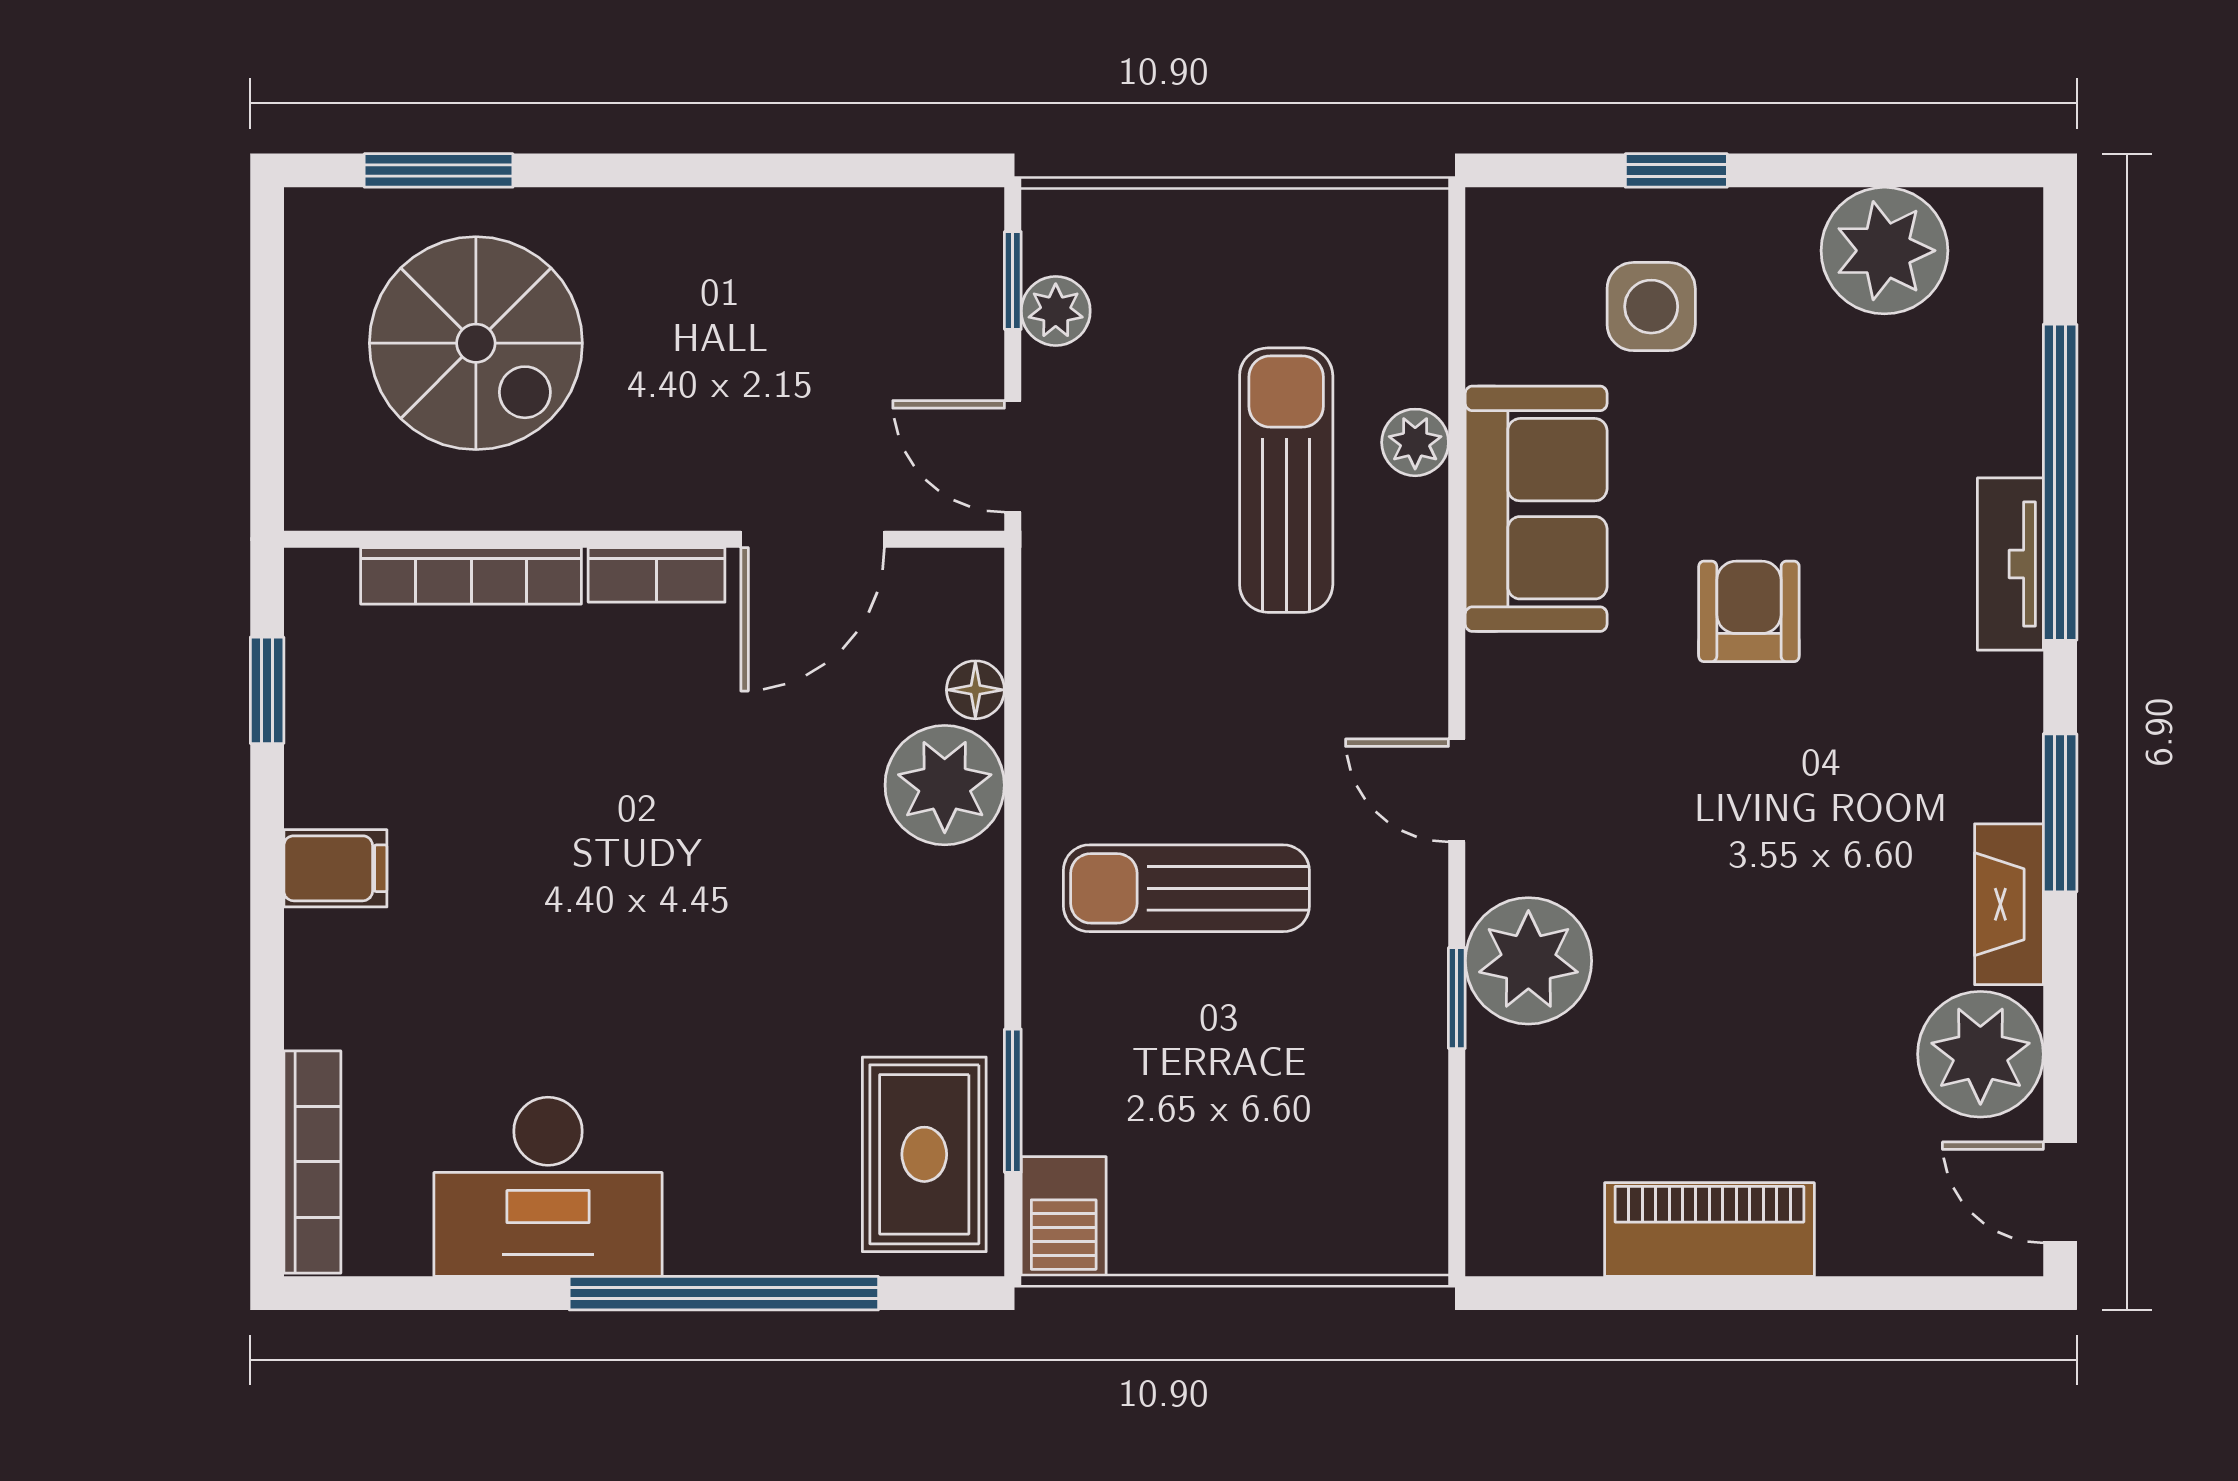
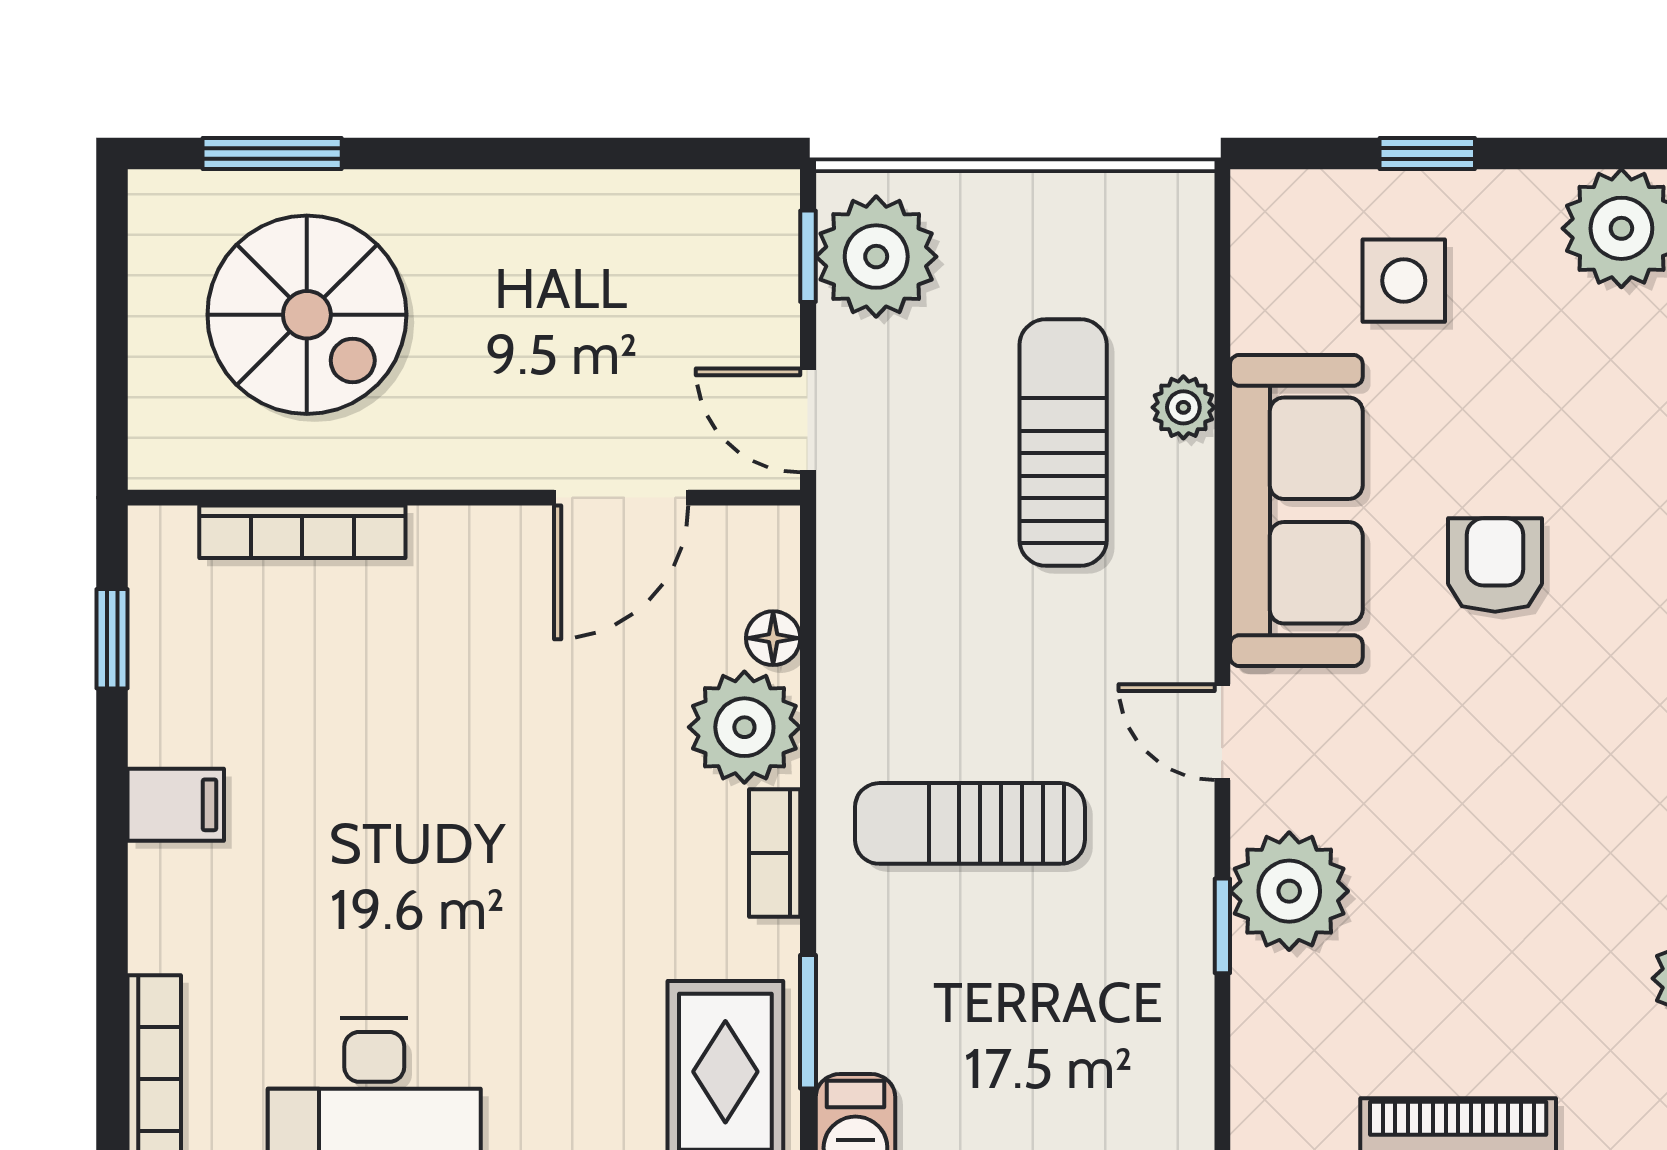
plant: (1056, 311) -> (876, 257), width x1.88, depth x1.88
sofa: (1536, 509) -> (1296, 510), width x1.36
bookcase: (657, 575) -> (775, 853), moved, turned 90

